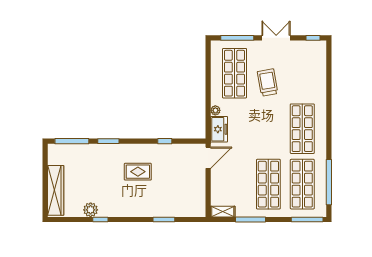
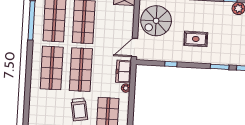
shop shelf: (268, 129) -> (81, 70), added
spiral stairs: (185, 190) -> (156, 21), added

